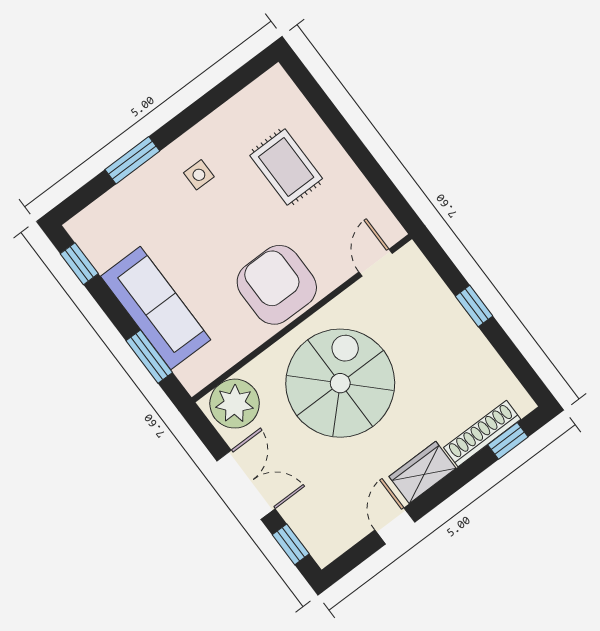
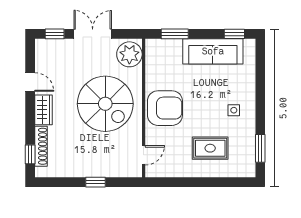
window: (132, 160) -> (260, 148), moved
door: (376, 263) -> (144, 155), hinge flipped
sofa: (156, 308) -> (213, 51), moved
double door: (246, 485) -> (93, 34), swing flipped

